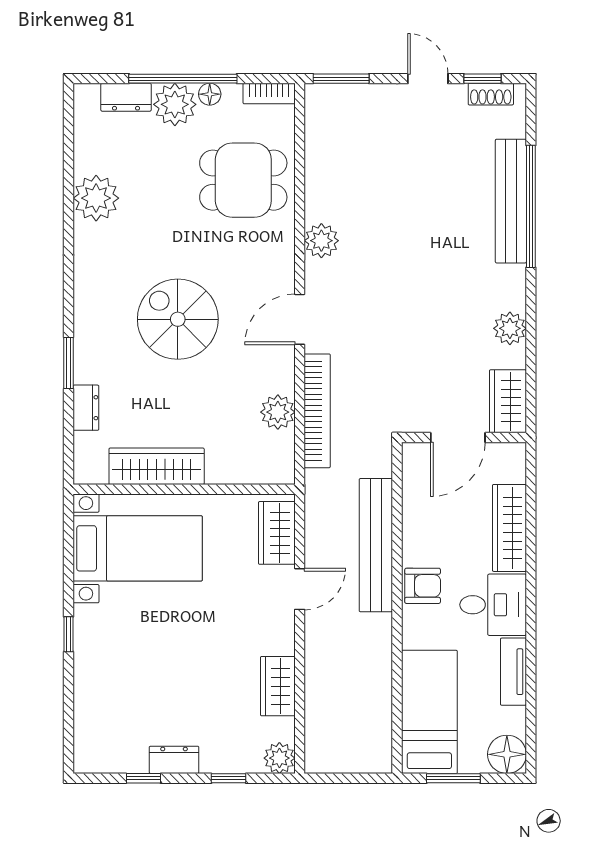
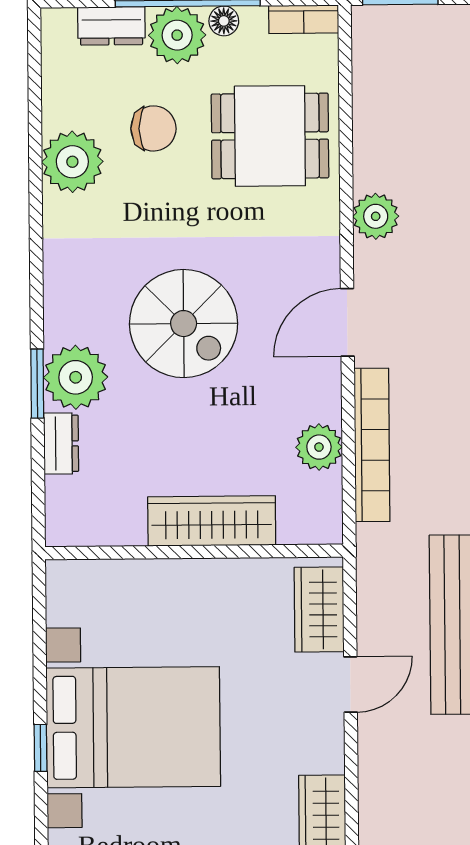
chair: (157, 174) -> (153, 128), added
spiral stairs: (178, 319) -> (184, 324), turned 180
plant: (97, 359) -> (76, 377), added
wardrobe: (157, 466) -> (212, 521), moved
bed with nightstands: (138, 548) -> (133, 727), moved, width x1.36

